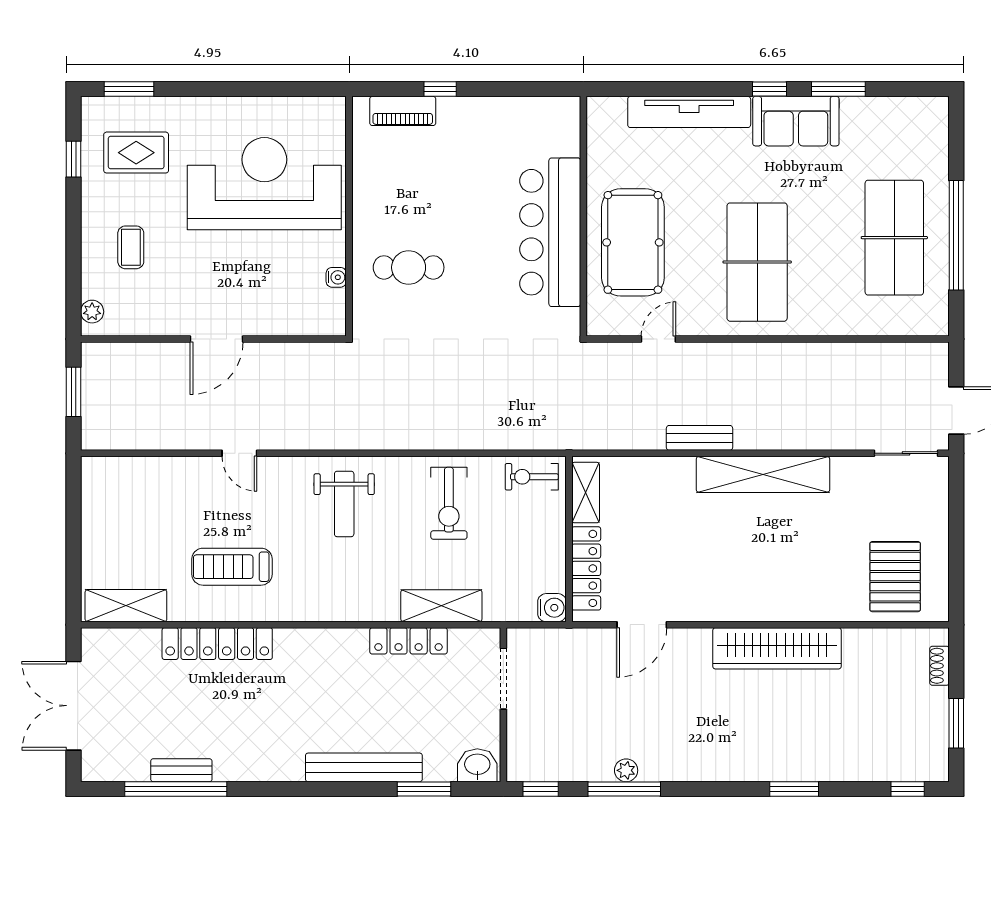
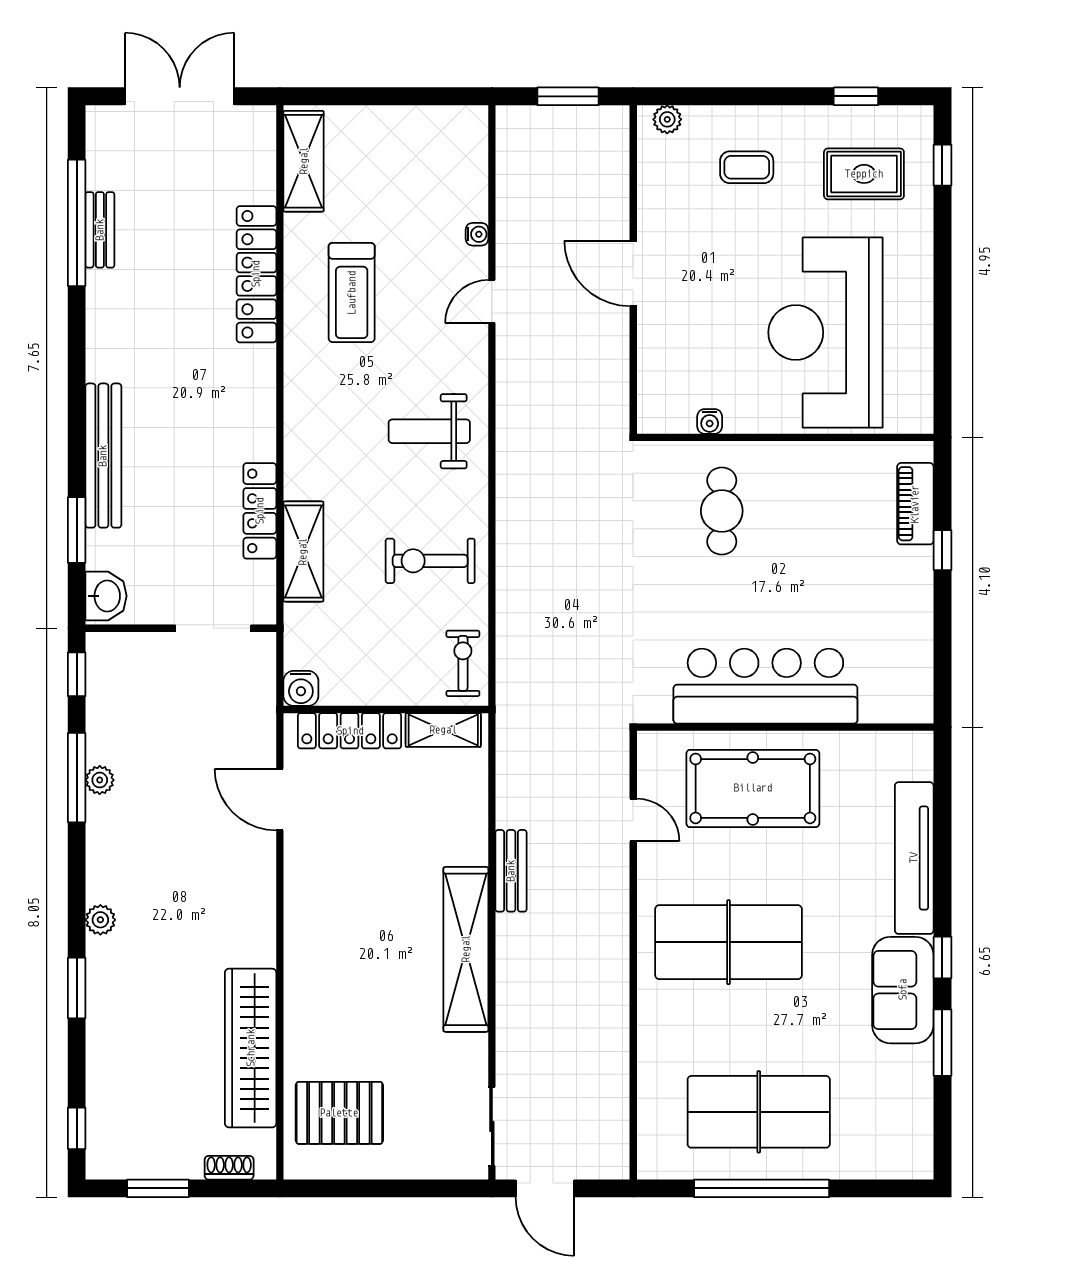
window: (129, 89) -> (942, 165), width x0.67
rug: (136, 153) -> (864, 174), turned 90
reception desk: (264, 184) -> (825, 333), turned 180
water cooler: (185, 465) -> (477, 234), added
treadmill: (232, 567) -> (352, 293), turned 180
wardrobe: (777, 648) -> (251, 1048), moved
plant: (739, 770) -> (100, 920), added

